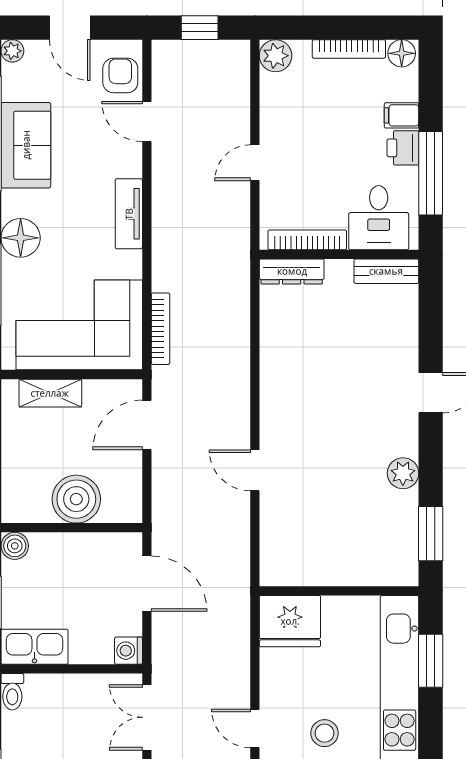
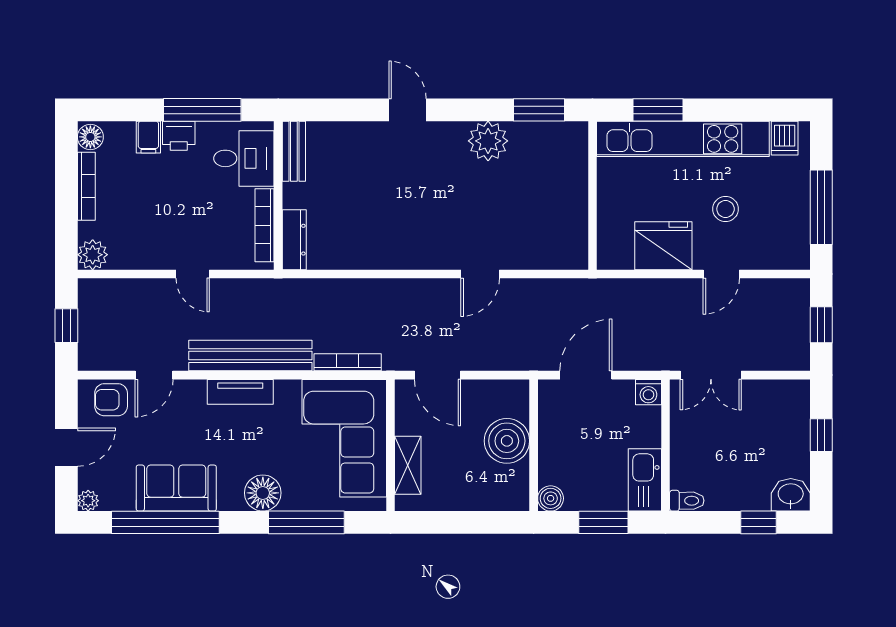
bench: (168, 225) -> (250, 356), added
plant: (403, 473) -> (488, 141), width x1.36, depth x1.36
fridge: (290, 621) -> (663, 246), moved, turned -90

